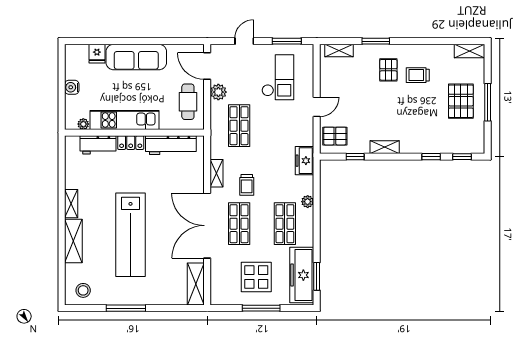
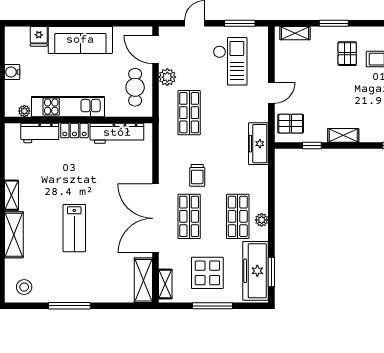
freezer: (304, 161) -> (258, 144), width x1.40
shelving: (217, 173) -> (165, 284), moved
plant: (308, 202) -> (262, 220), moved
lab bench: (131, 235) -> (74, 228), width x0.54, depth x0.72

